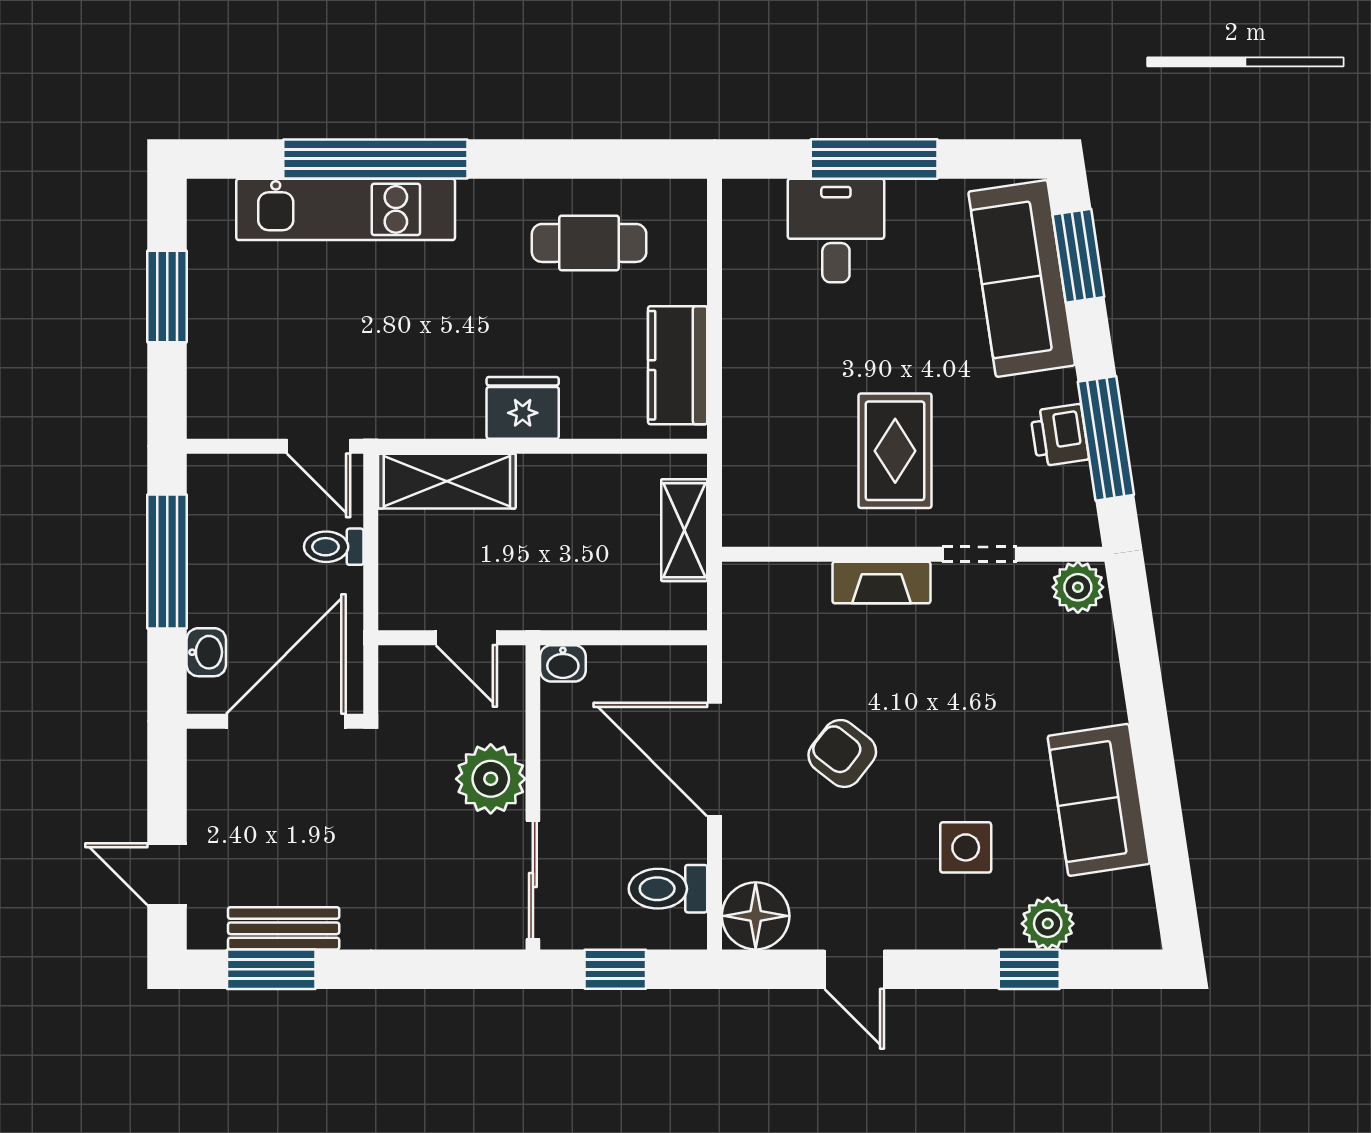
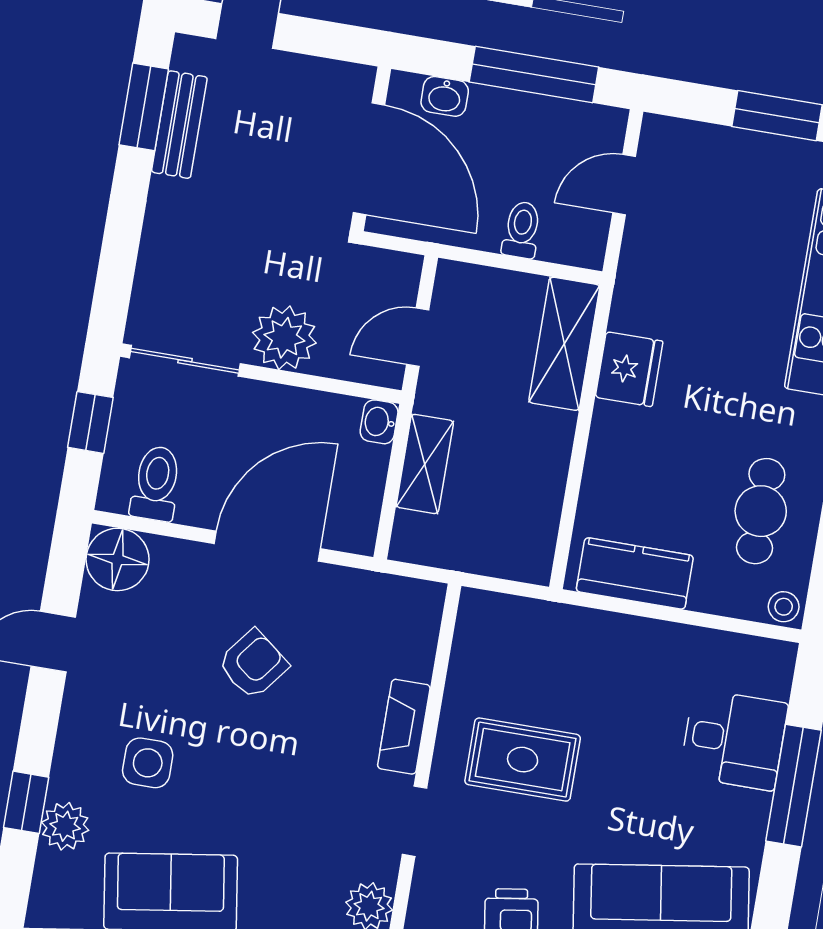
stool: (686, 202) -> (784, 607), added
fridge: (523, 408) -> (629, 369), moved
door: (319, 446) -> (624, 185), moved
shelving: (684, 530) -> (425, 464), moved, turned 90

